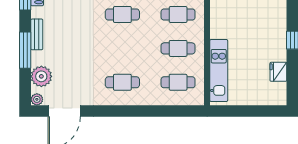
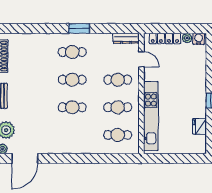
kitchen unit: (219, 71) -> (151, 116), width x1.36
cafe table: (122, 82) -> (72, 107), moved

